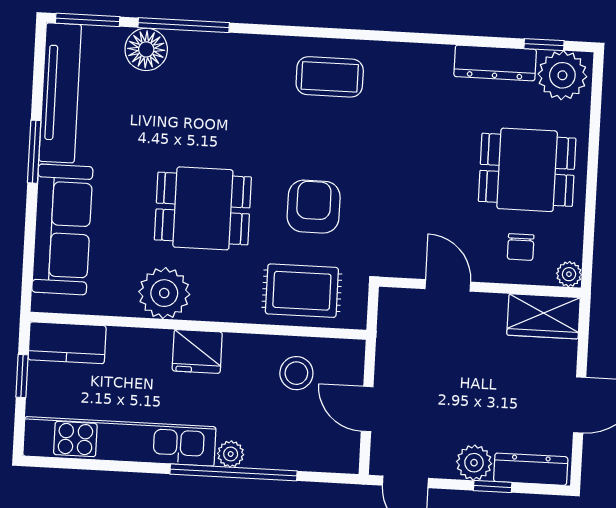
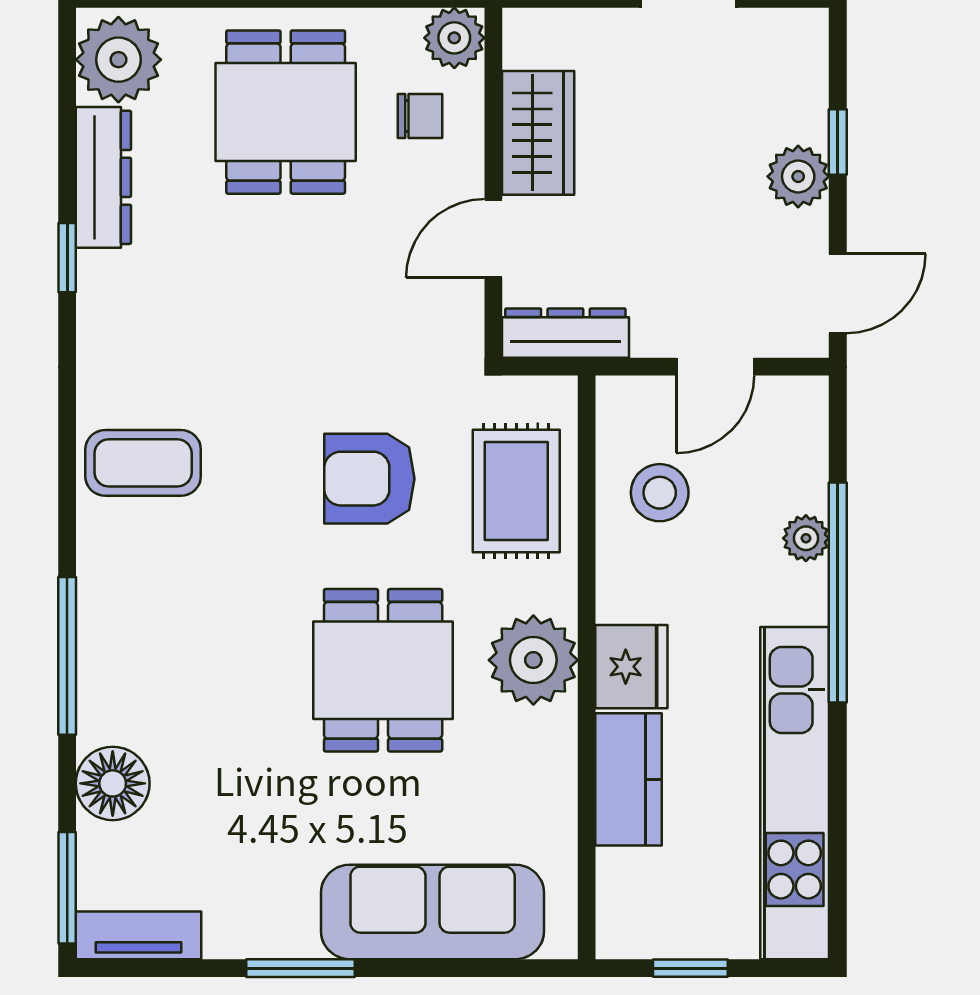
window: (184, 25) -> (67, 656), moved
window: (544, 45) -> (67, 258), moved
coffee table: (330, 77) -> (143, 463), turned 90
tv unit: (60, 93) -> (139, 935), width x0.52, depth x0.78
plant: (569, 274) -> (454, 38), width x1.38, depth x1.38
plant: (164, 293) -> (533, 660), moved
wardrobe: (544, 316) -> (538, 133), moved
kitchen counter: (67, 343) -> (629, 779), moved
plant: (231, 454) -> (806, 538), moved
dresser: (531, 469) -> (565, 333), moved, turned 90

